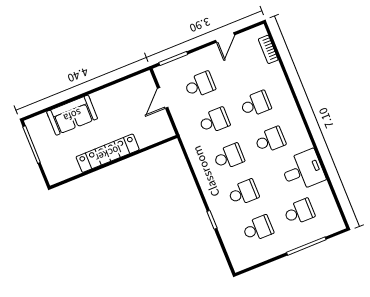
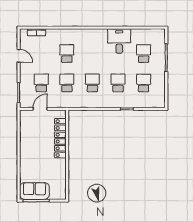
door: (163, 98) -> (40, 109), swing flipped
sofa: (72, 115) -> (34, 191), moved, turned -90
school desk: (270, 140) -> (92, 54), removed
locker: (108, 153) -> (60, 138), moved

